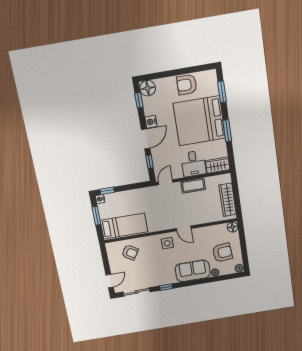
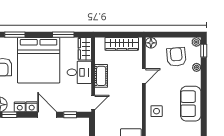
nightstand: (149, 110) -> (20, 107), added
window: (227, 131) -> (63, 35), moved
door: (166, 182) -> (93, 102), swing flipped
door: (184, 228) -> (144, 76), moved
sofa: (193, 271) -> (191, 104), moved
window: (166, 287) -> (204, 51), moved

